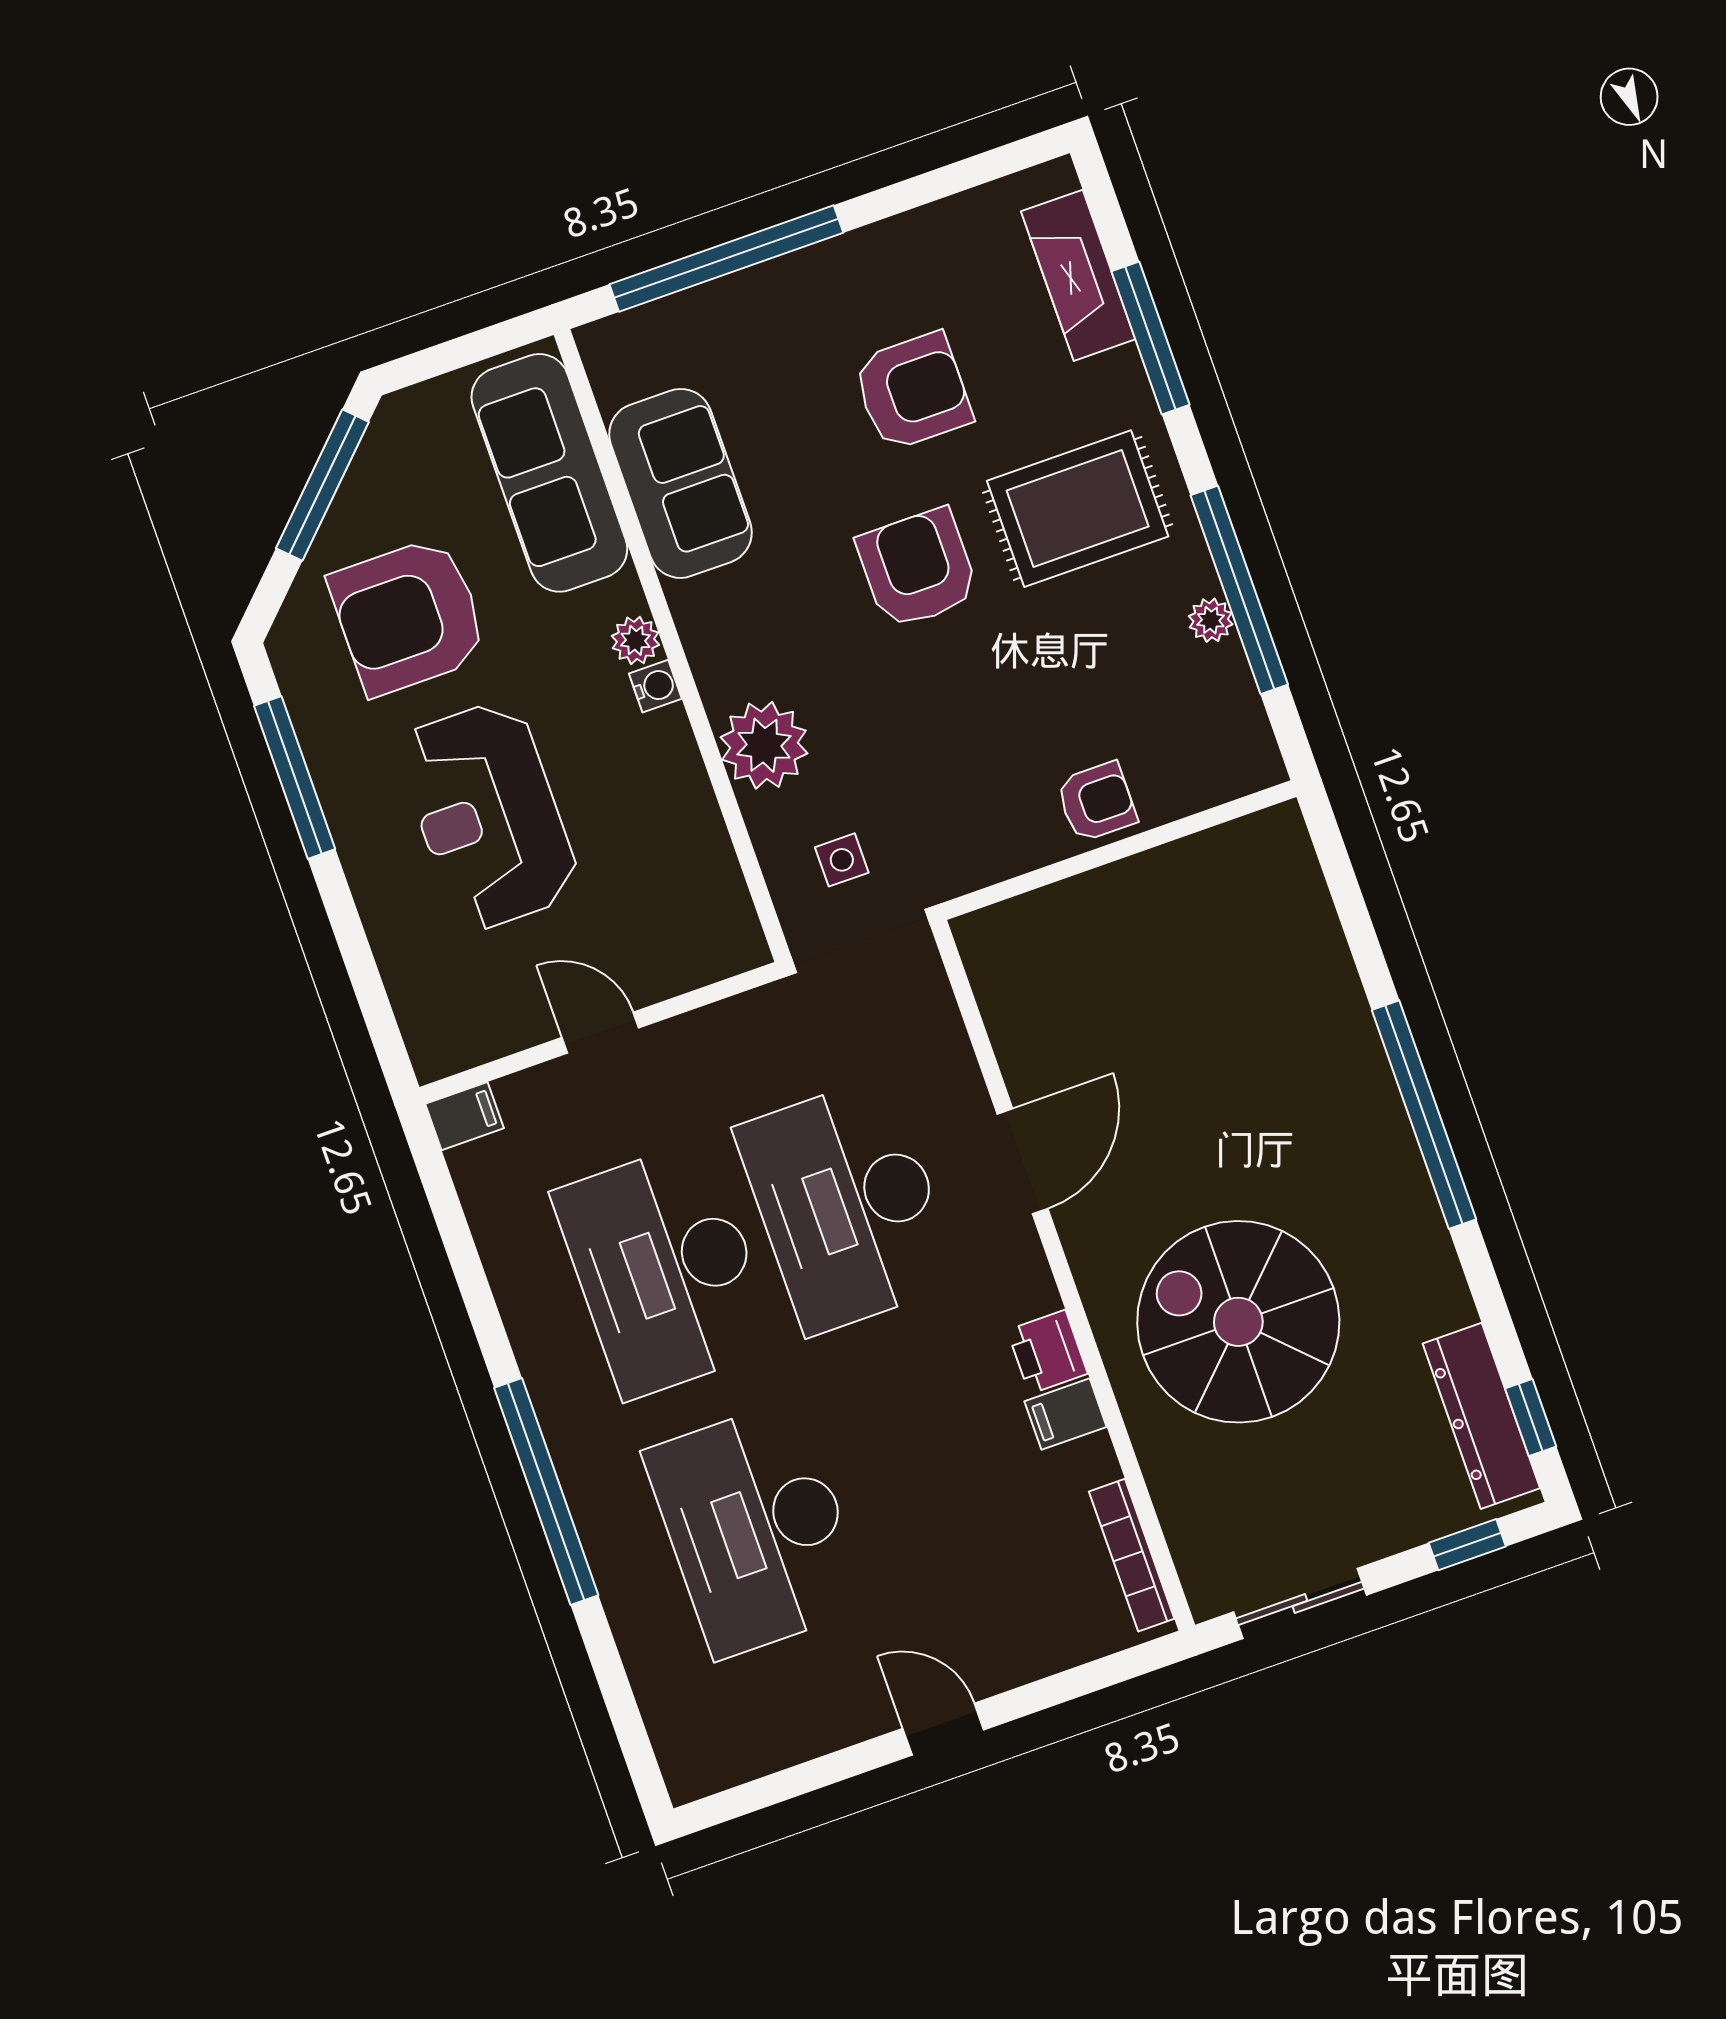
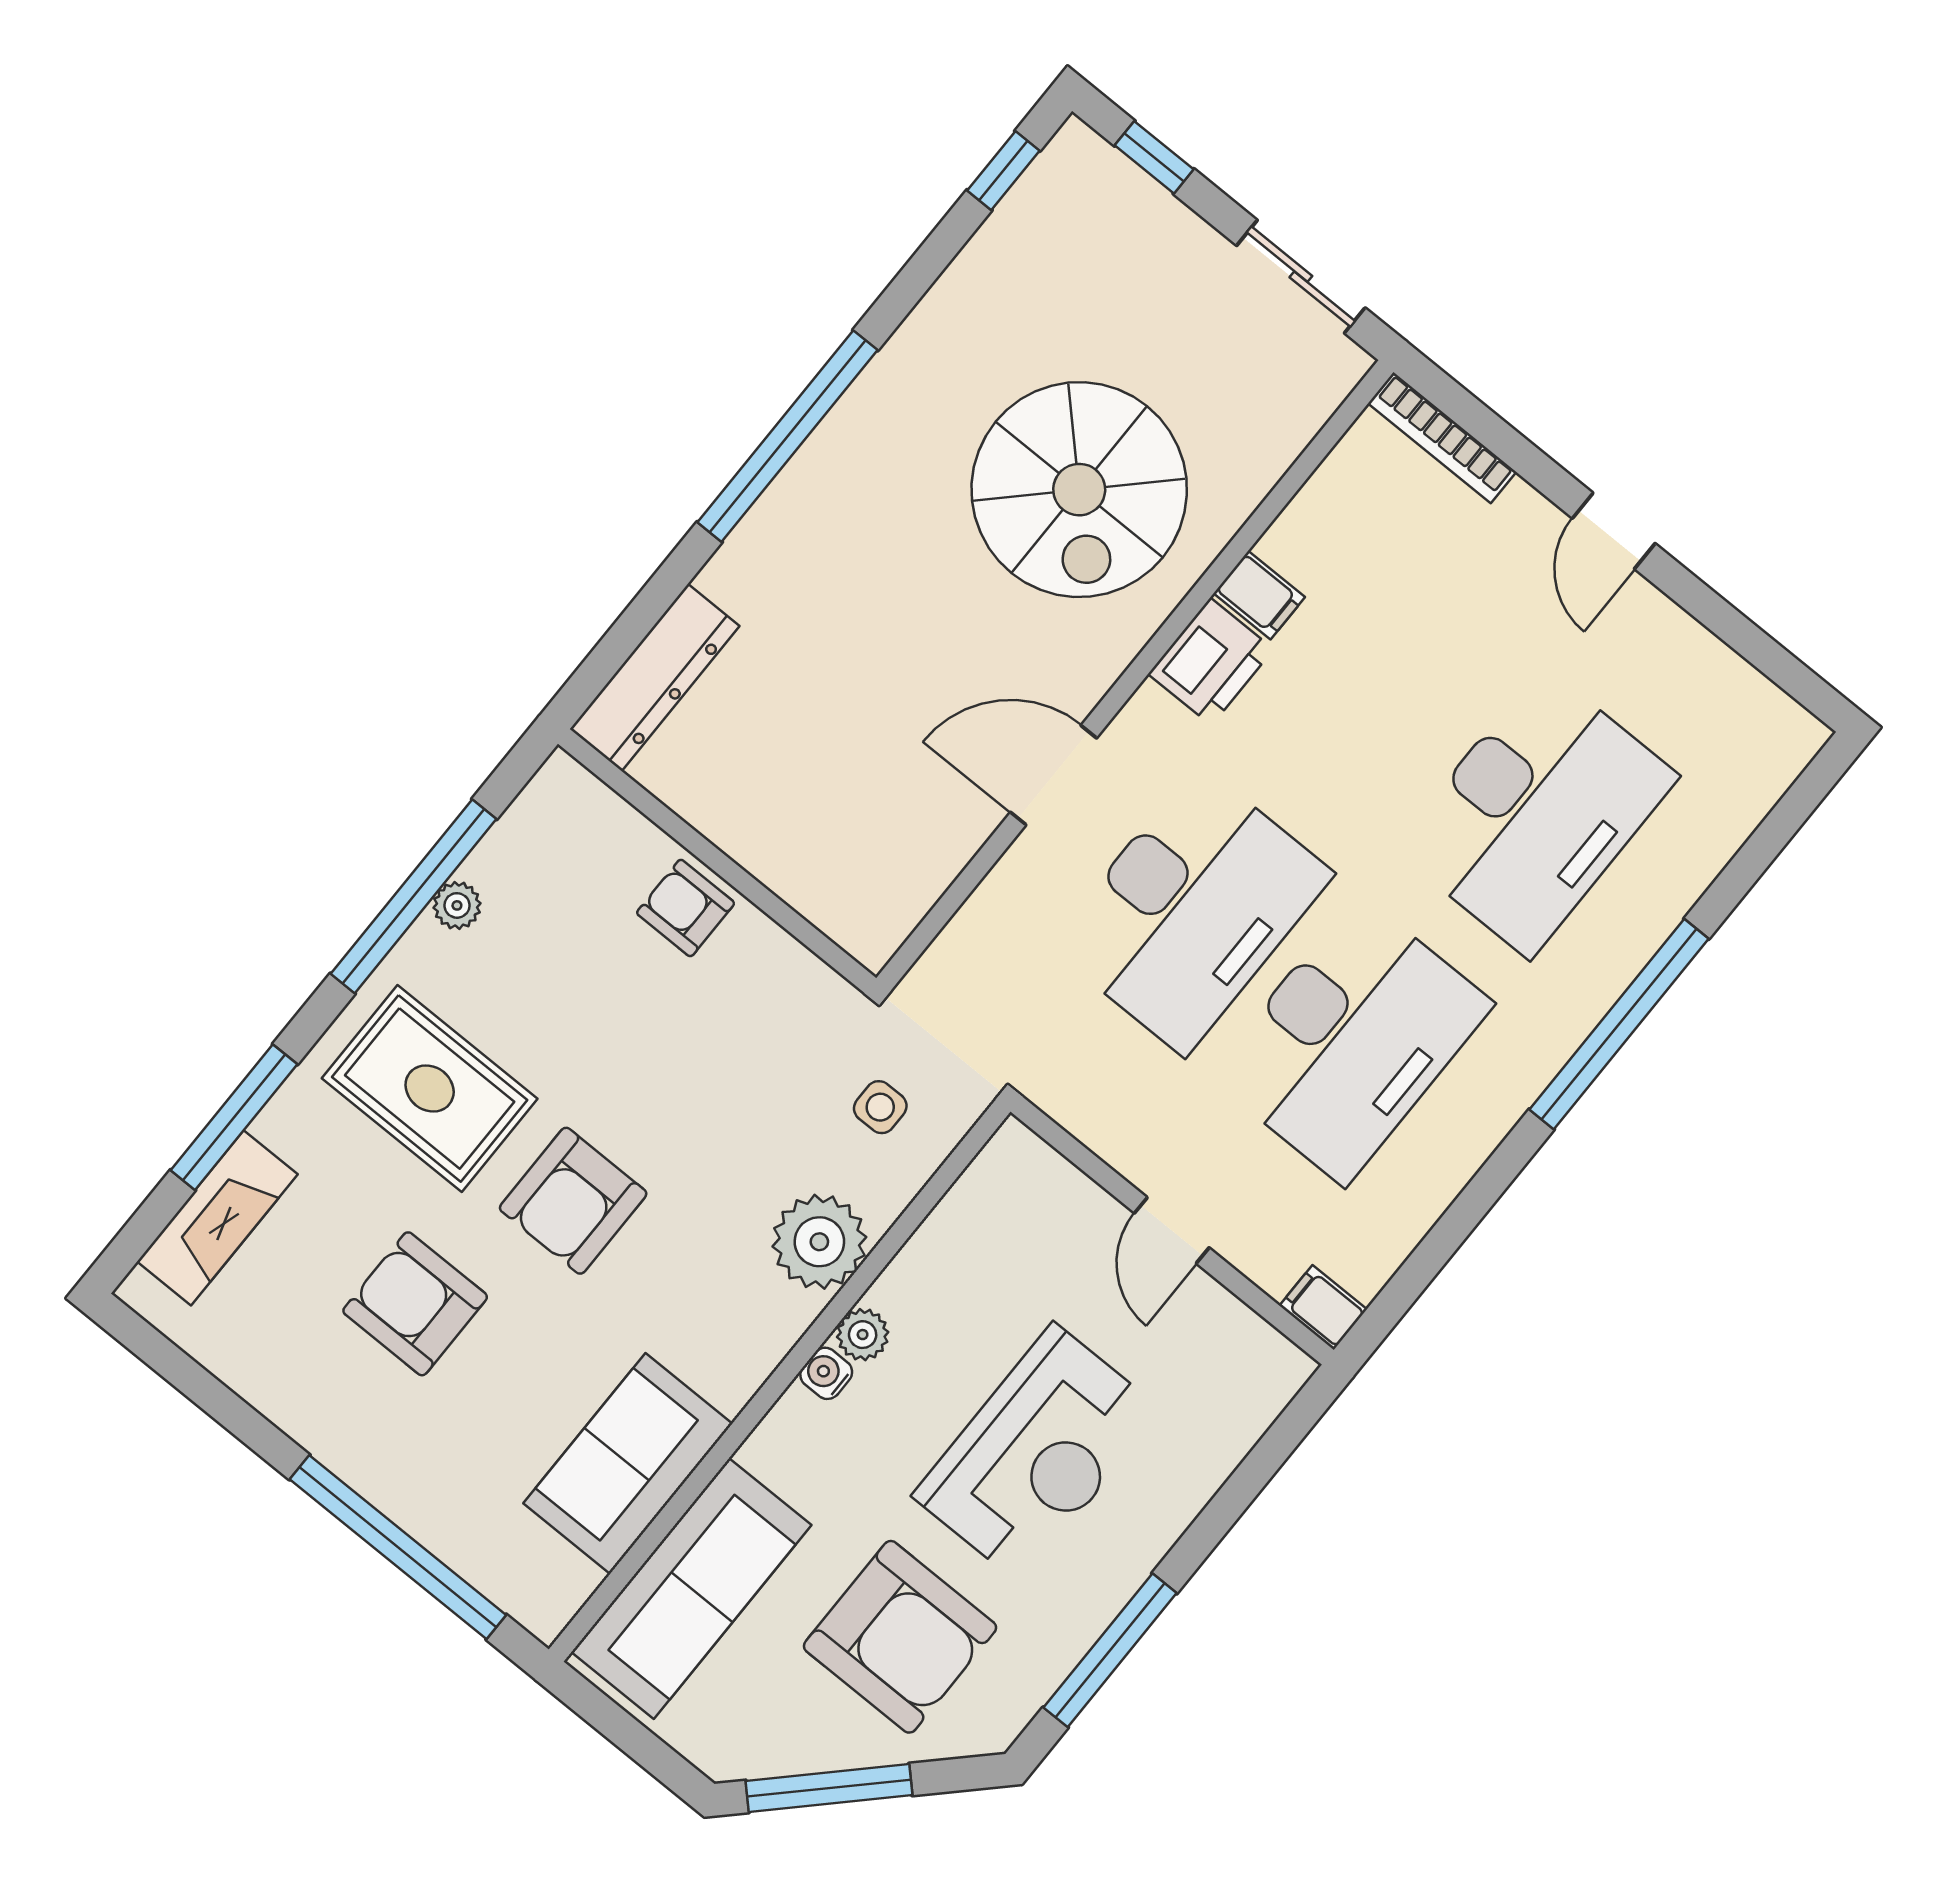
plant: (635, 640) -> (863, 1335), moved
printer: (1047, 1352) -> (1211, 662), width x1.36, depth x1.24
dresser: (1481, 1416) -> (655, 677), moved
bookcase: (1132, 1555) -> (1442, 438), moved, turned 90

